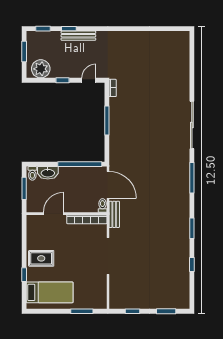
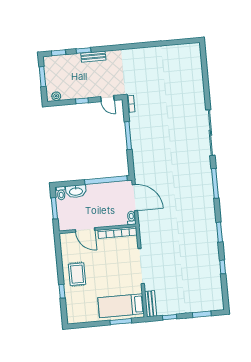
bench: (78, 36) -> (93, 57), width x0.73
plant: (41, 69) -> (56, 96), width x0.53, depth x0.53
door: (89, 80) -> (107, 99), swing flipped
door: (54, 214) -> (85, 230), swing flipped
bench: (114, 214) -> (151, 304), moved
rug: (41, 258) -> (77, 274), turned 90
bed: (50, 292) -> (121, 306), moved, turned 180

